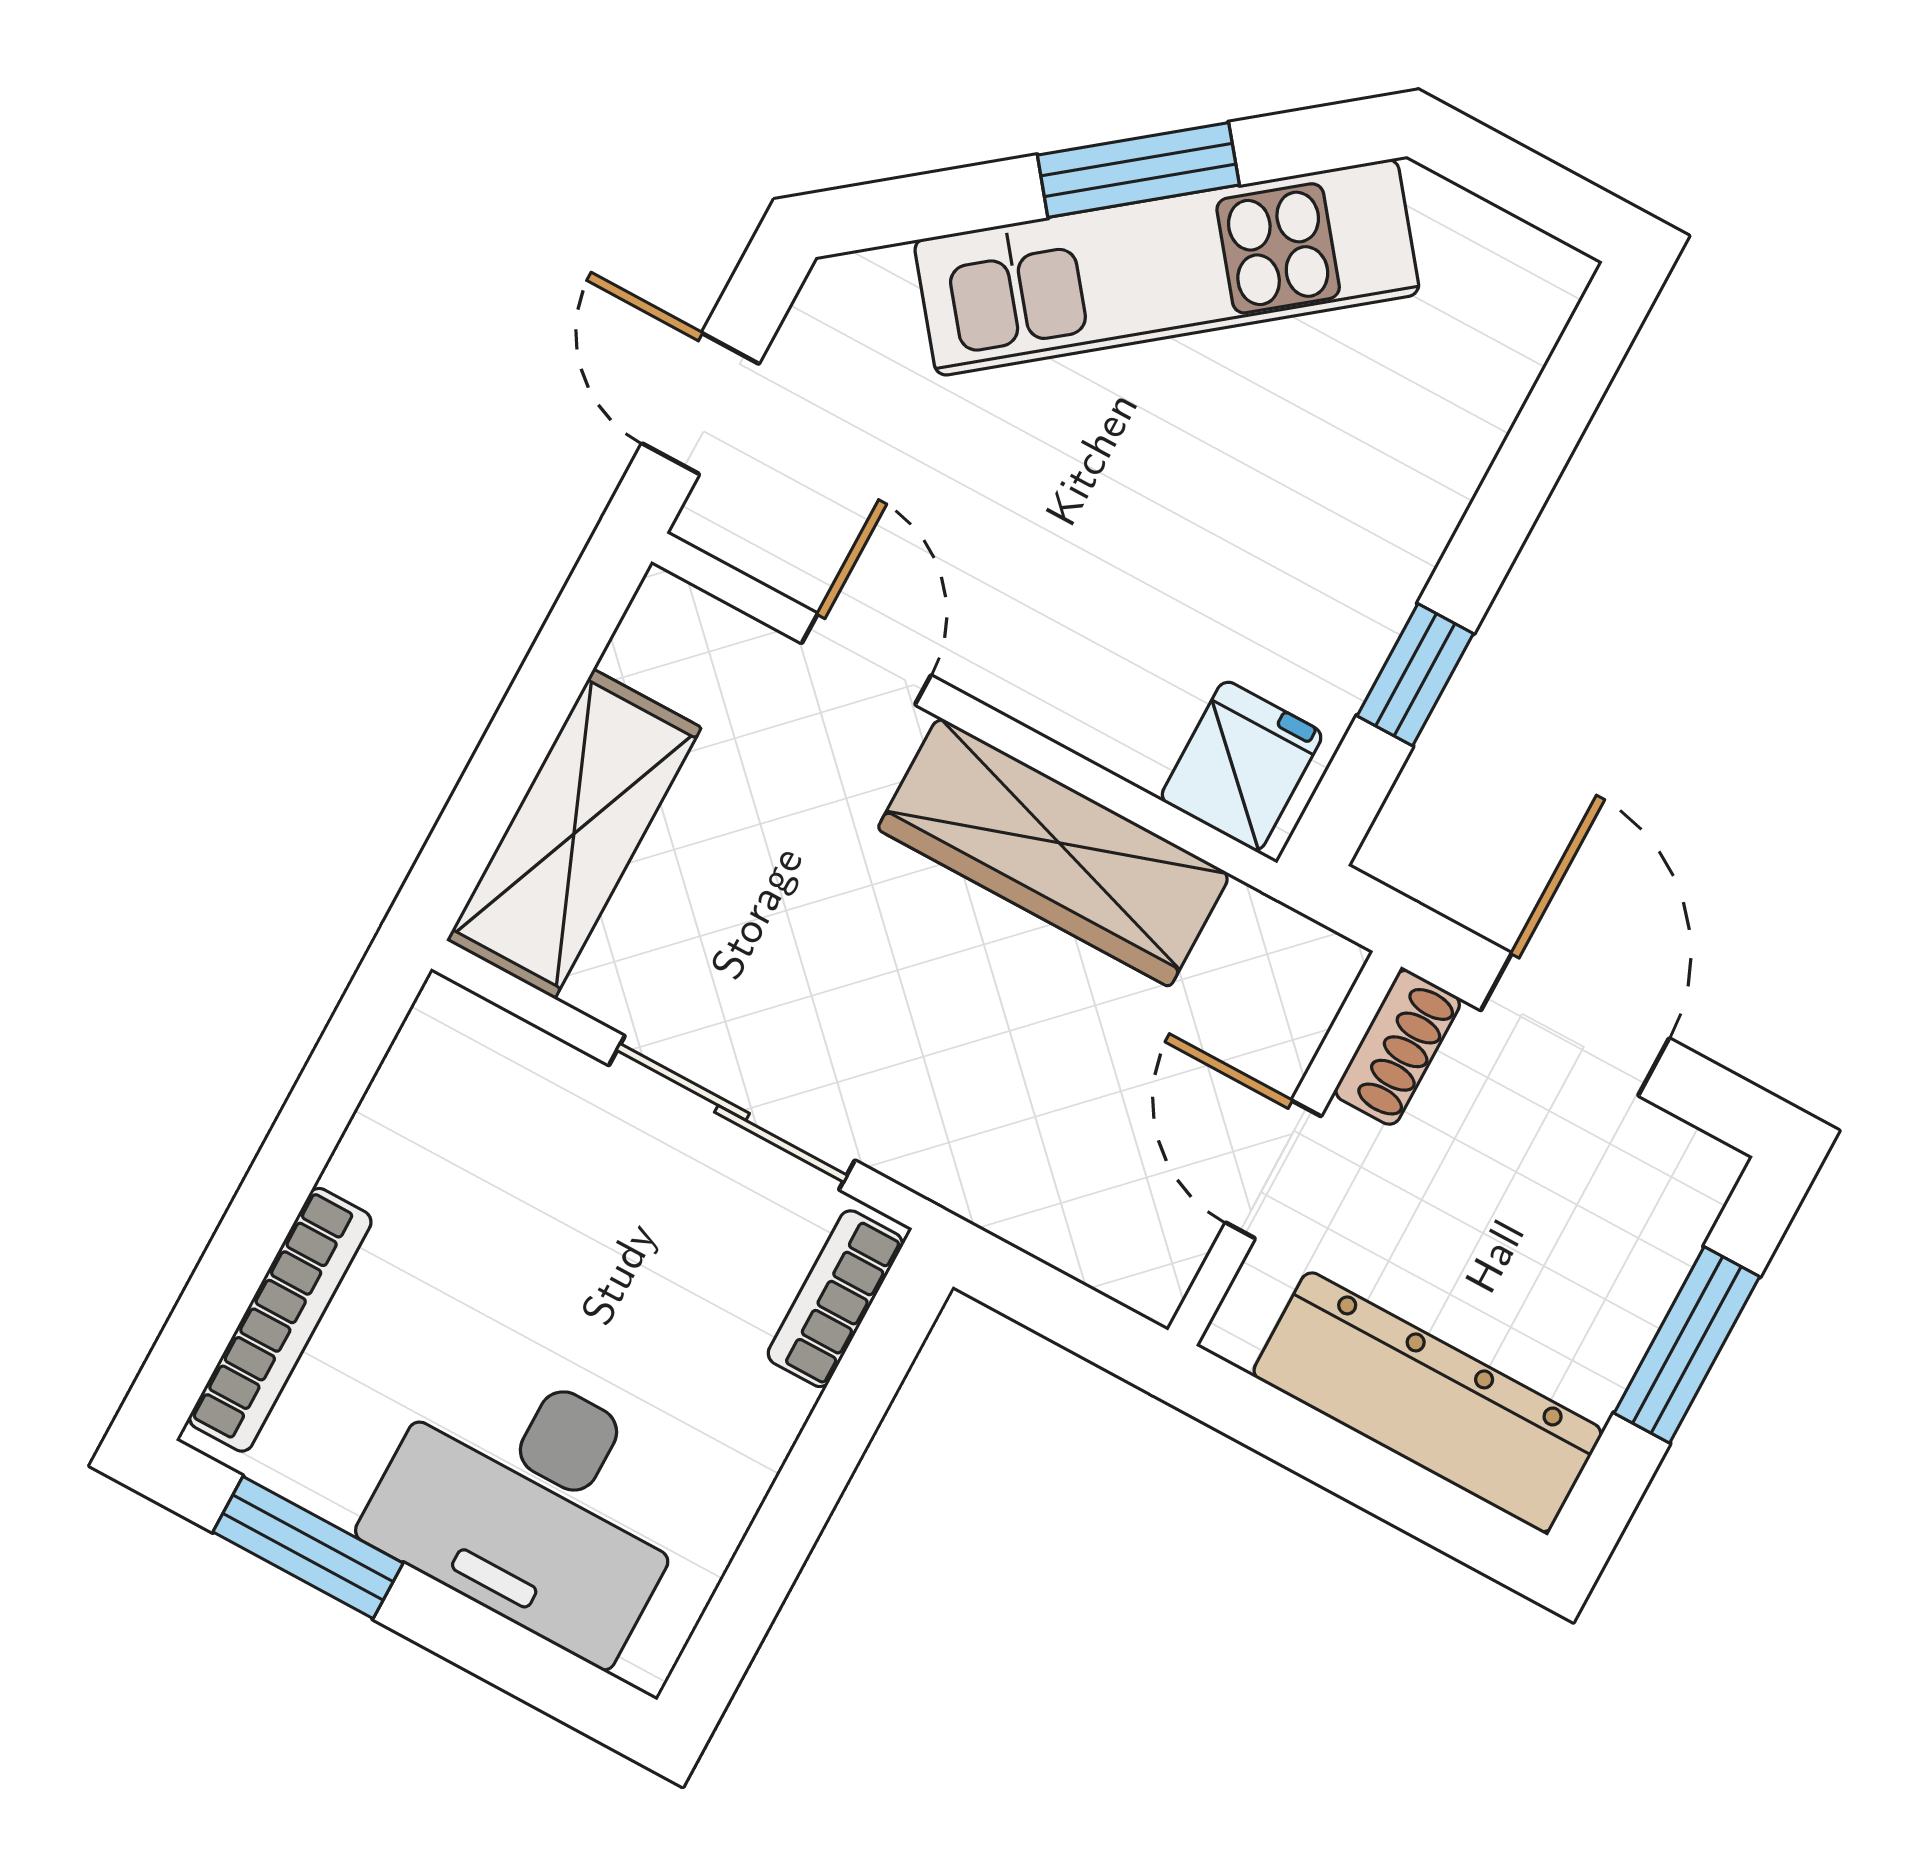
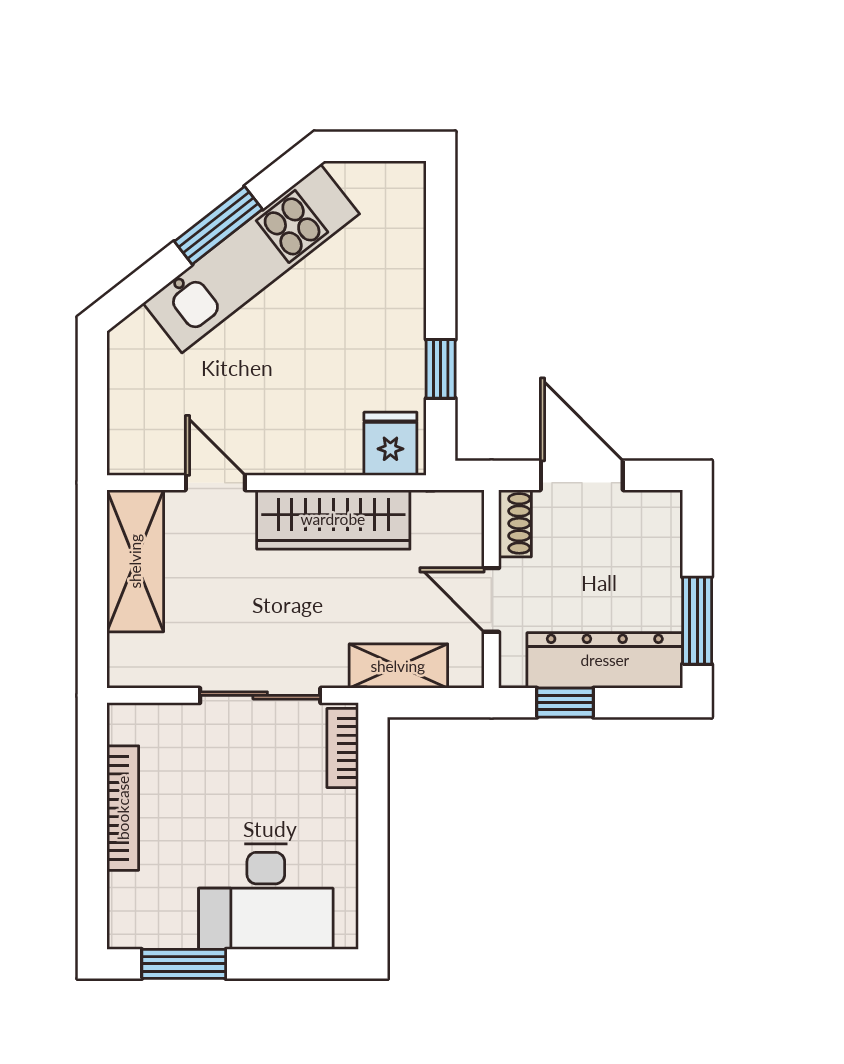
door: (700, 404) -> (92, 415), removed
shelving: (574, 834) -> (135, 561), moved
shelving: (1027, 1200) -> (398, 666), added
bookcase: (280, 1320) -> (123, 808), moved
window: (1687, 1345) -> (697, 621), moved
window: (1308, 1442) -> (565, 703), added

